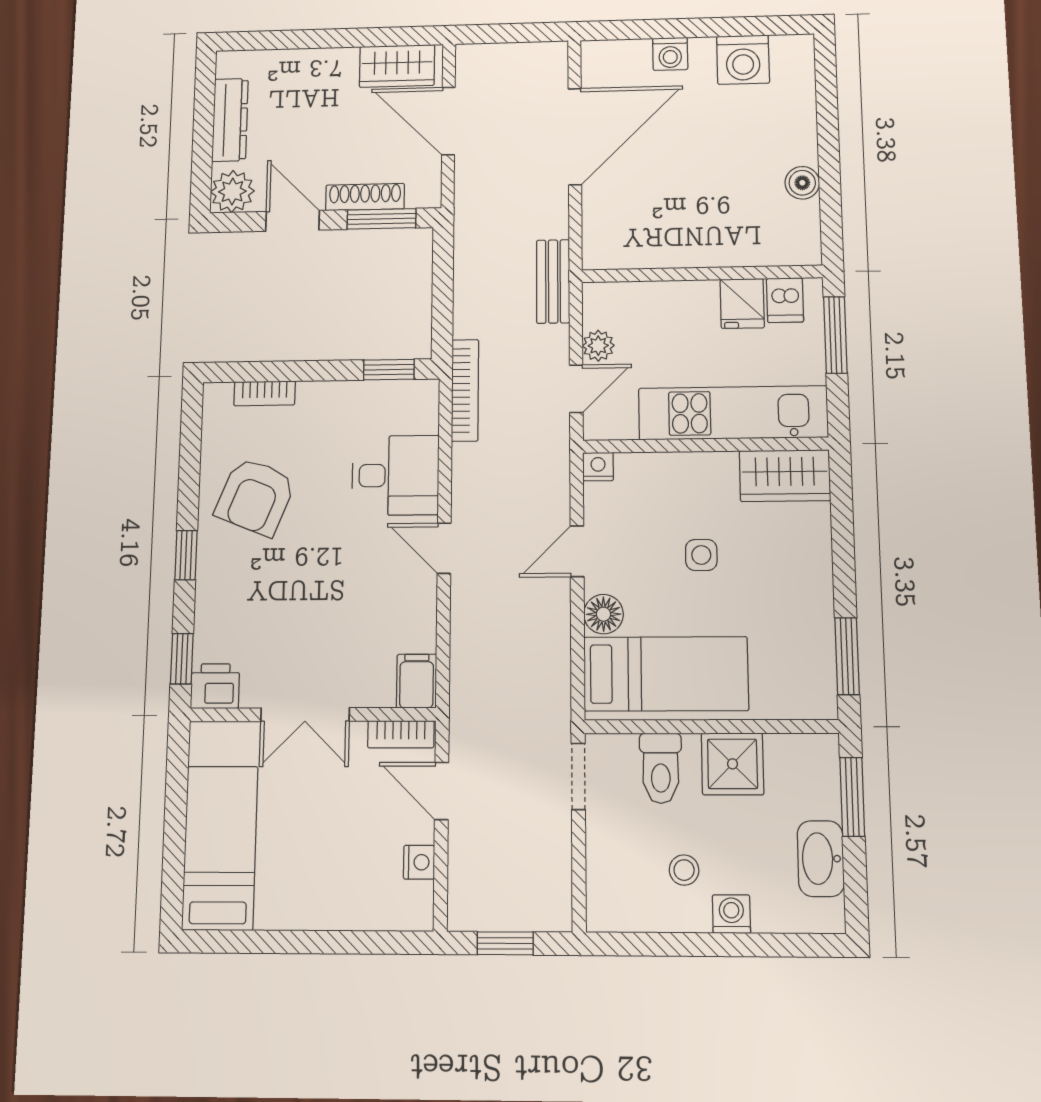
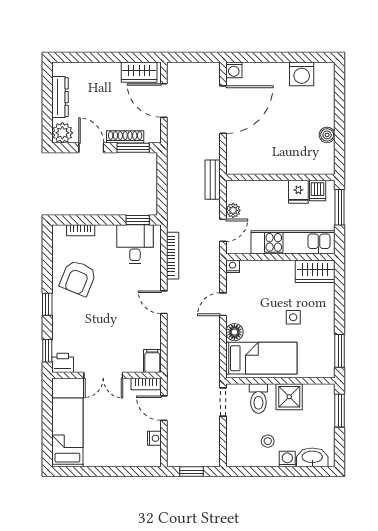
washing machine: (670, 54) -> (234, 70), moved
bookcase: (465, 390) -> (173, 256), moved
desk: (395, 475) -> (135, 244), moved, turned -90
side table: (701, 555) -> (293, 317), moved
washbasin: (821, 859) -> (312, 457), moved, turned 90

